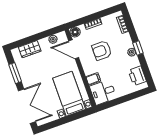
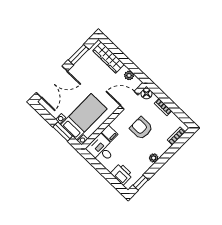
window: (138, 48) -> (141, 183), moved
wardrobe: (30, 49) -> (108, 58), width x1.50
door: (74, 49) -> (129, 100), hinge flipped
printer: (137, 76) -> (122, 174), moved, turned 90
window: (73, 117) -> (63, 132), added

